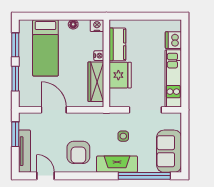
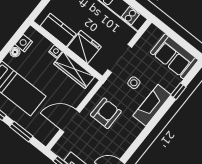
nightstand: (97, 26) -> (24, 43), moved
doorway: (145, 110) -> (120, 59), moved
armchair: (78, 152) -> (106, 113), moved, turned -90
window: (144, 176) -> (178, 91), width x0.32

